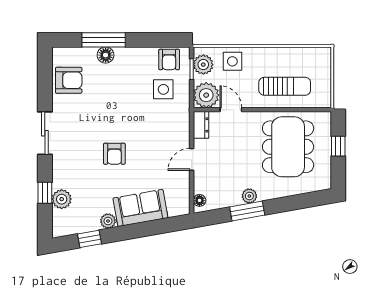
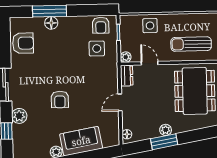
plant: (203, 65) -> (127, 29), removed
sun lounger: (285, 86) -> (191, 44), turned 180
plant: (206, 95) -> (126, 57), width x0.53, depth x0.53
plant: (62, 199) -> (19, 116), moved

